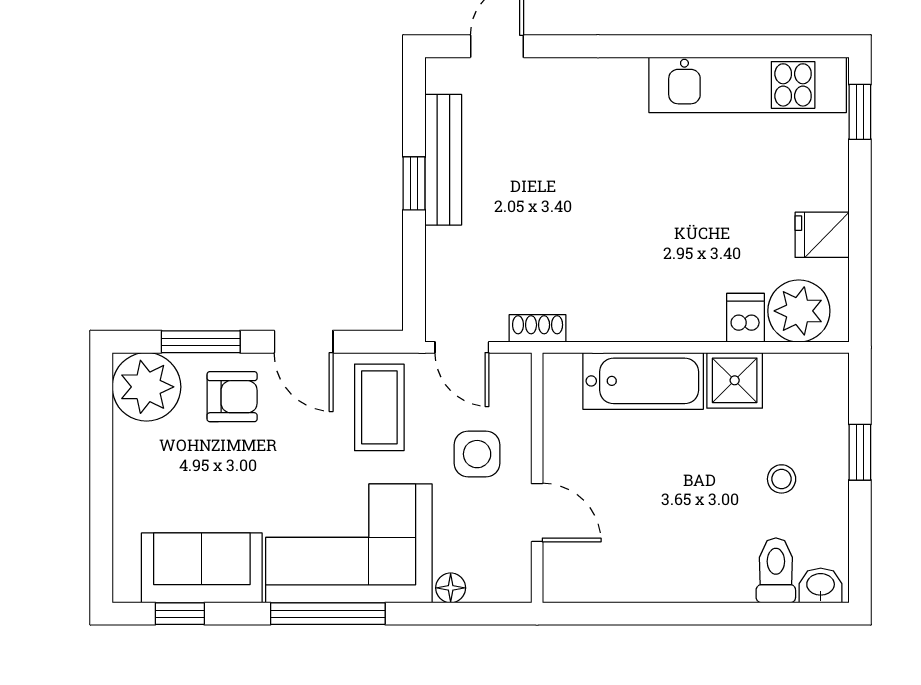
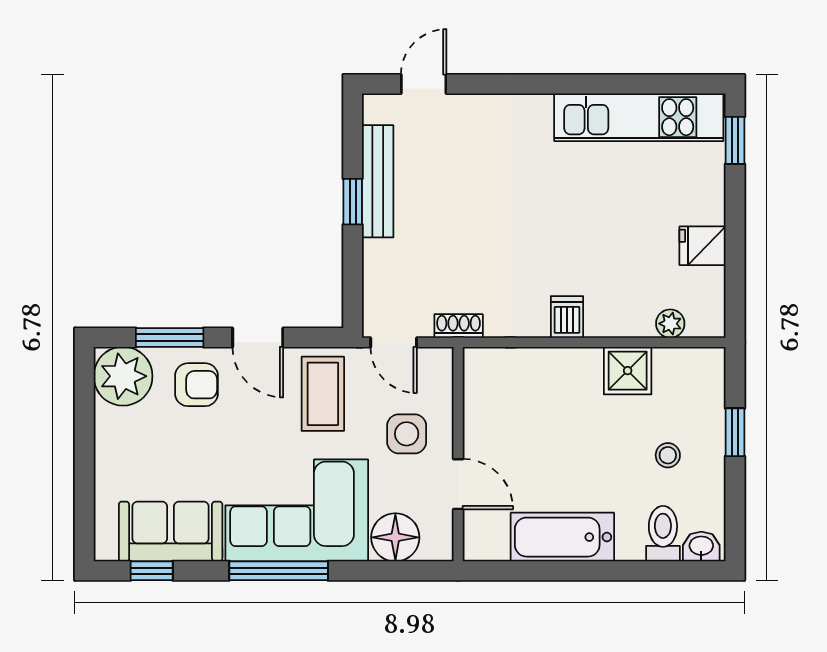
plant: (799, 311) -> (670, 324), width x0.53, depth x0.53
dishwasher: (745, 318) -> (567, 317), moved
bathtub: (643, 381) -> (562, 537), moved, turned 180
floor lamp: (451, 588) -> (395, 537), width x1.89, depth x1.89

